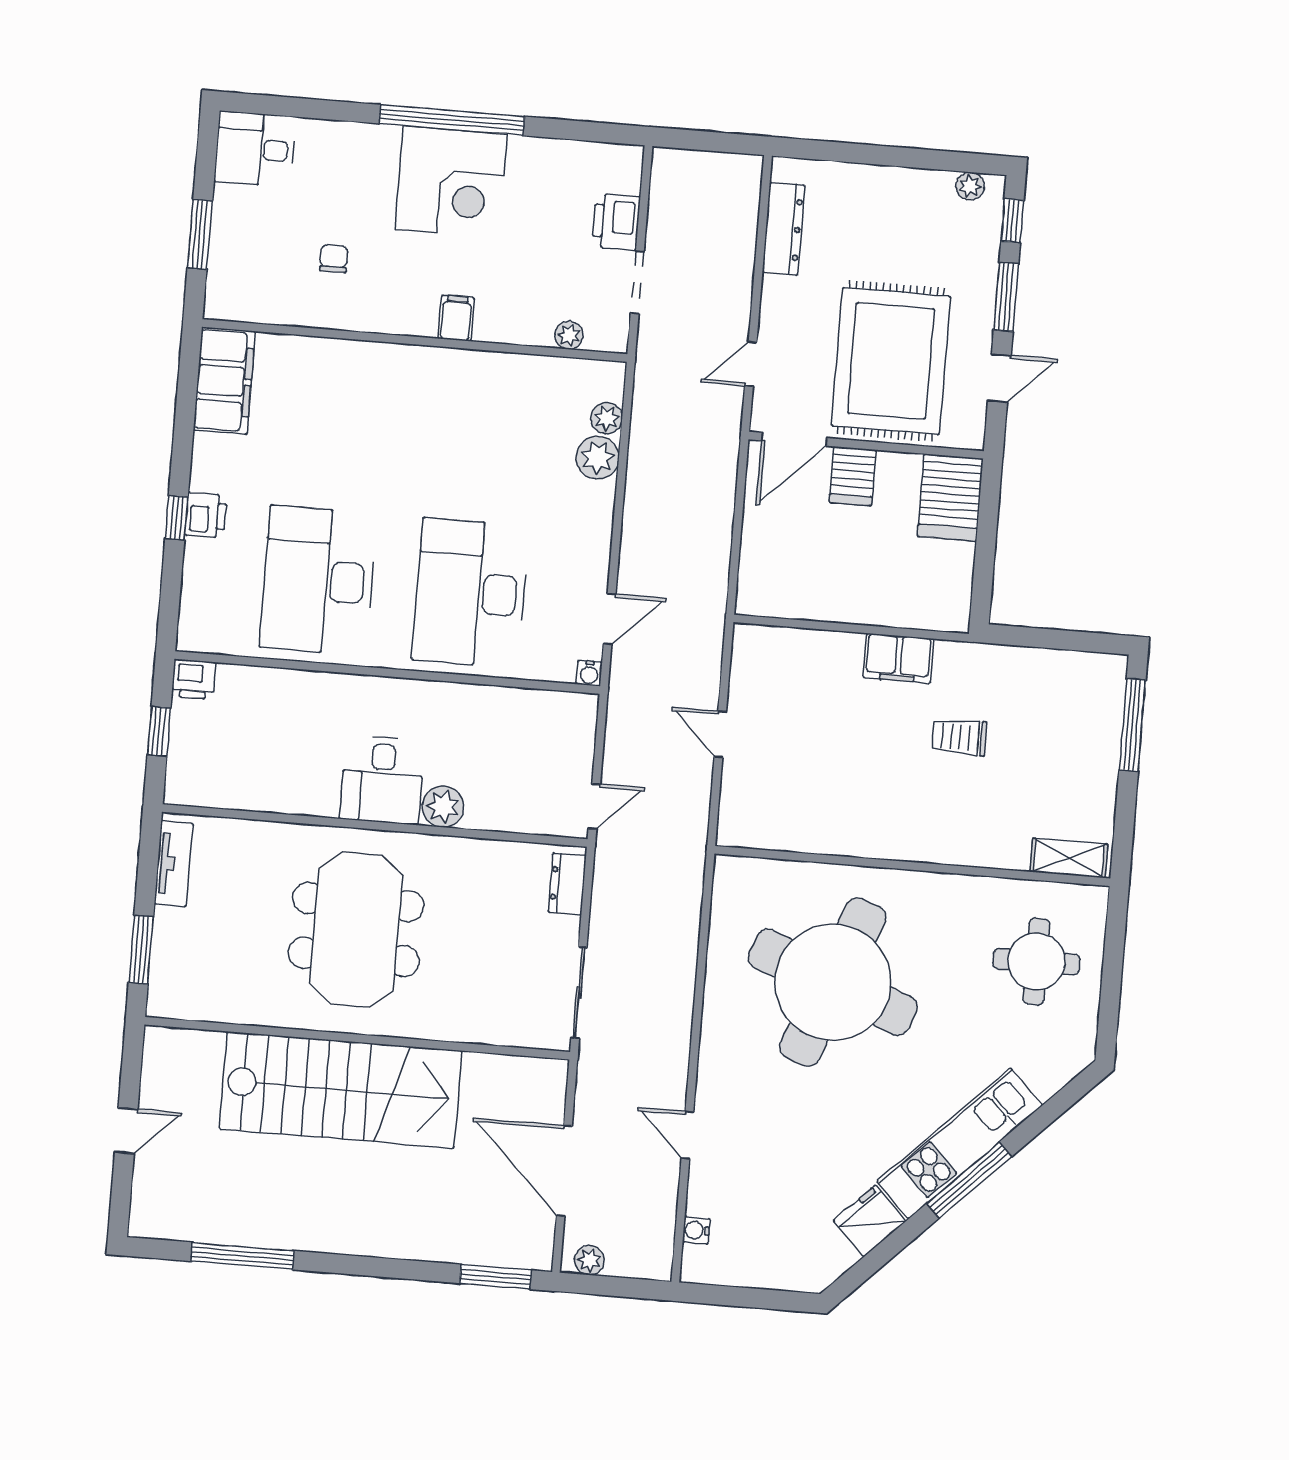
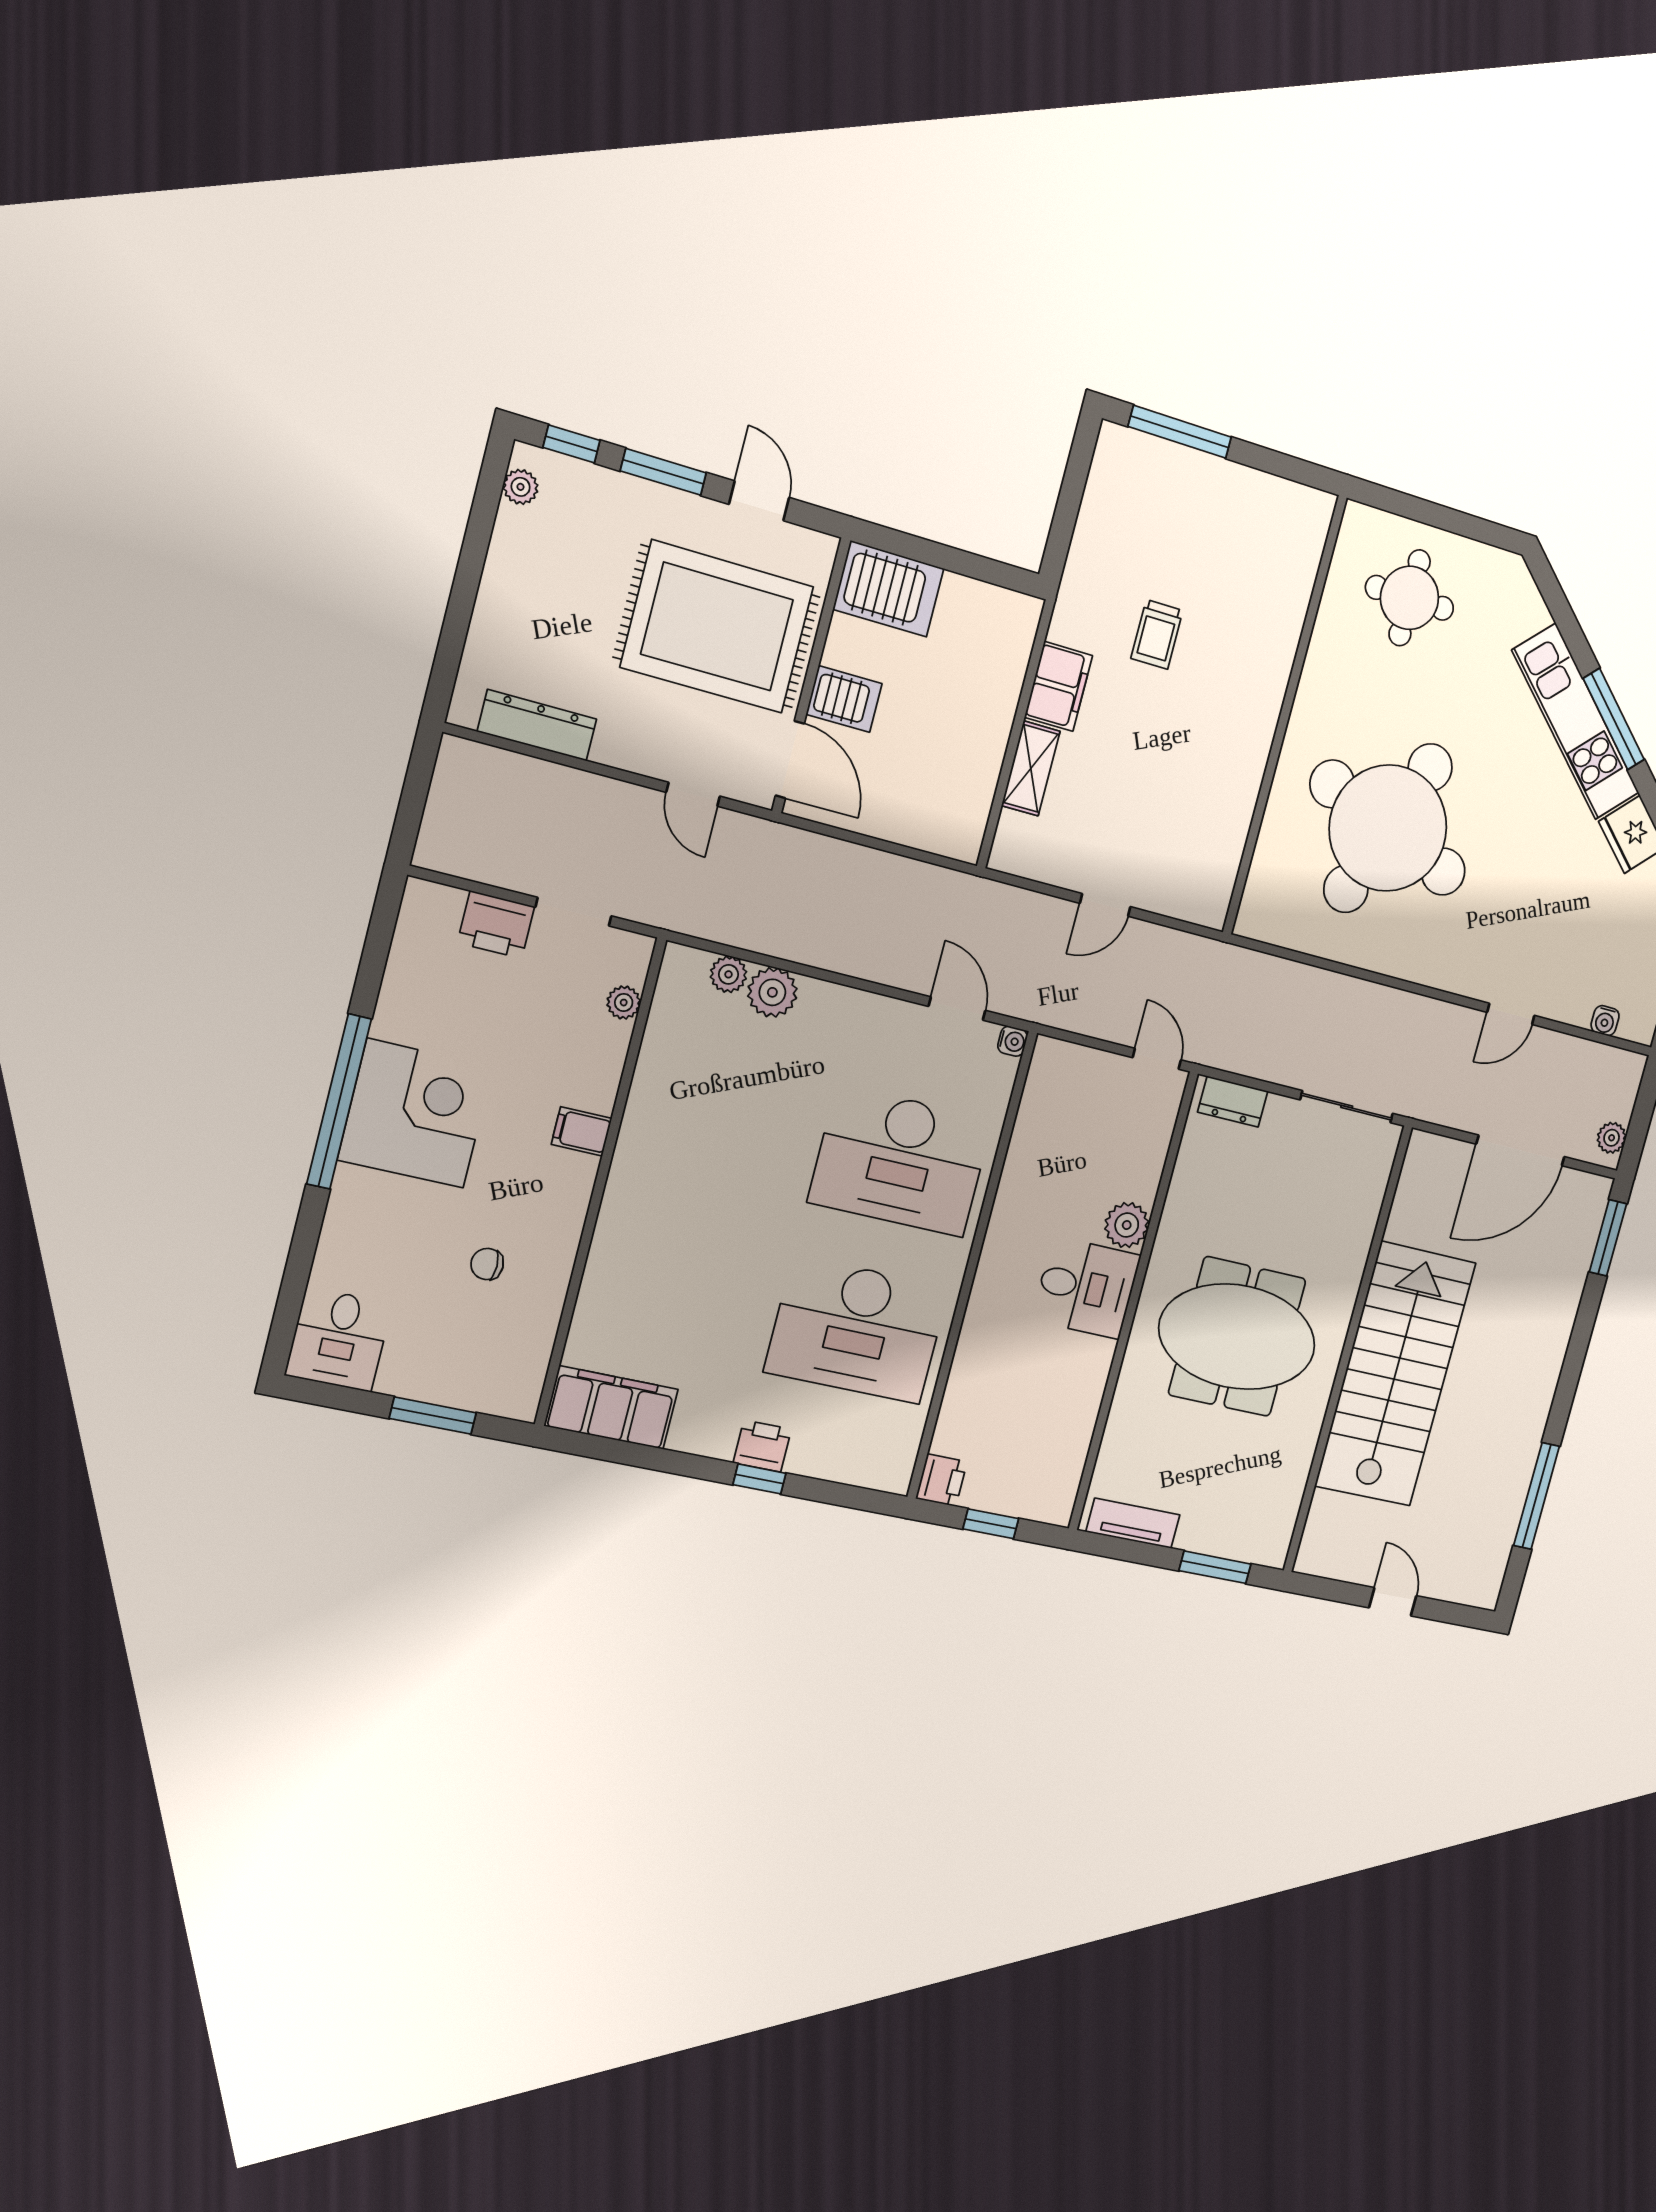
shelving: (1069, 858) -> (1031, 768), moved

